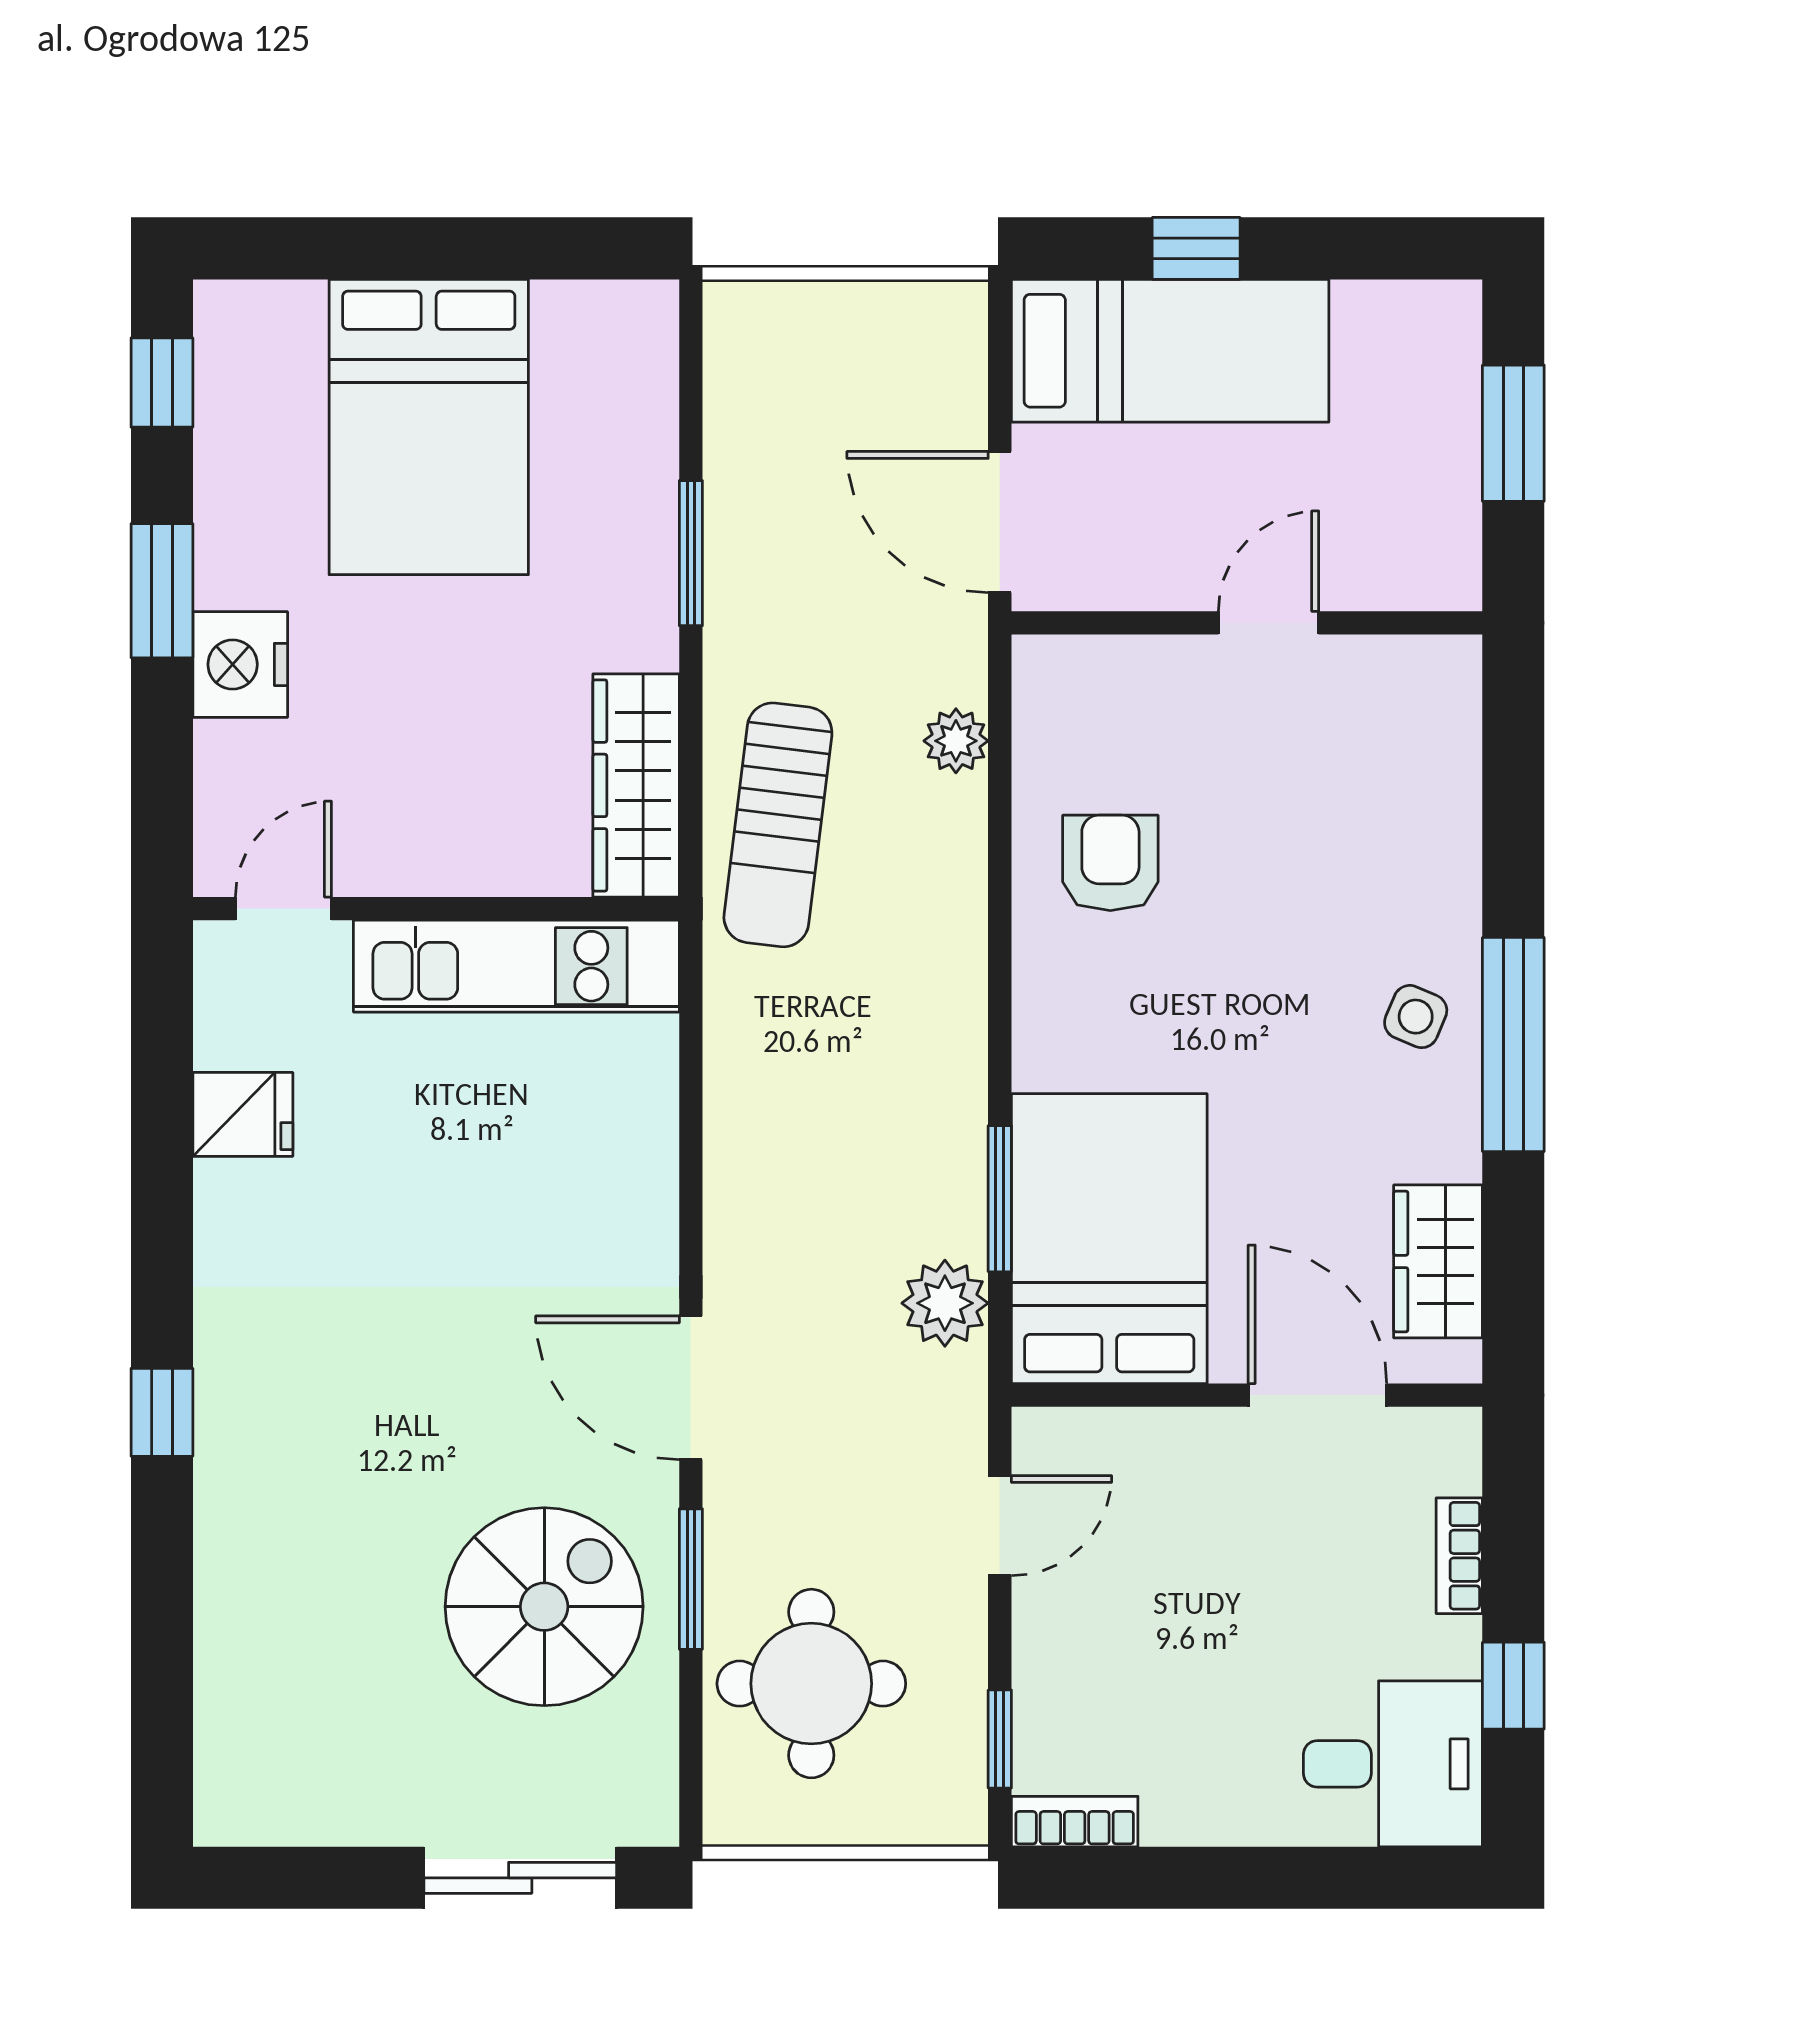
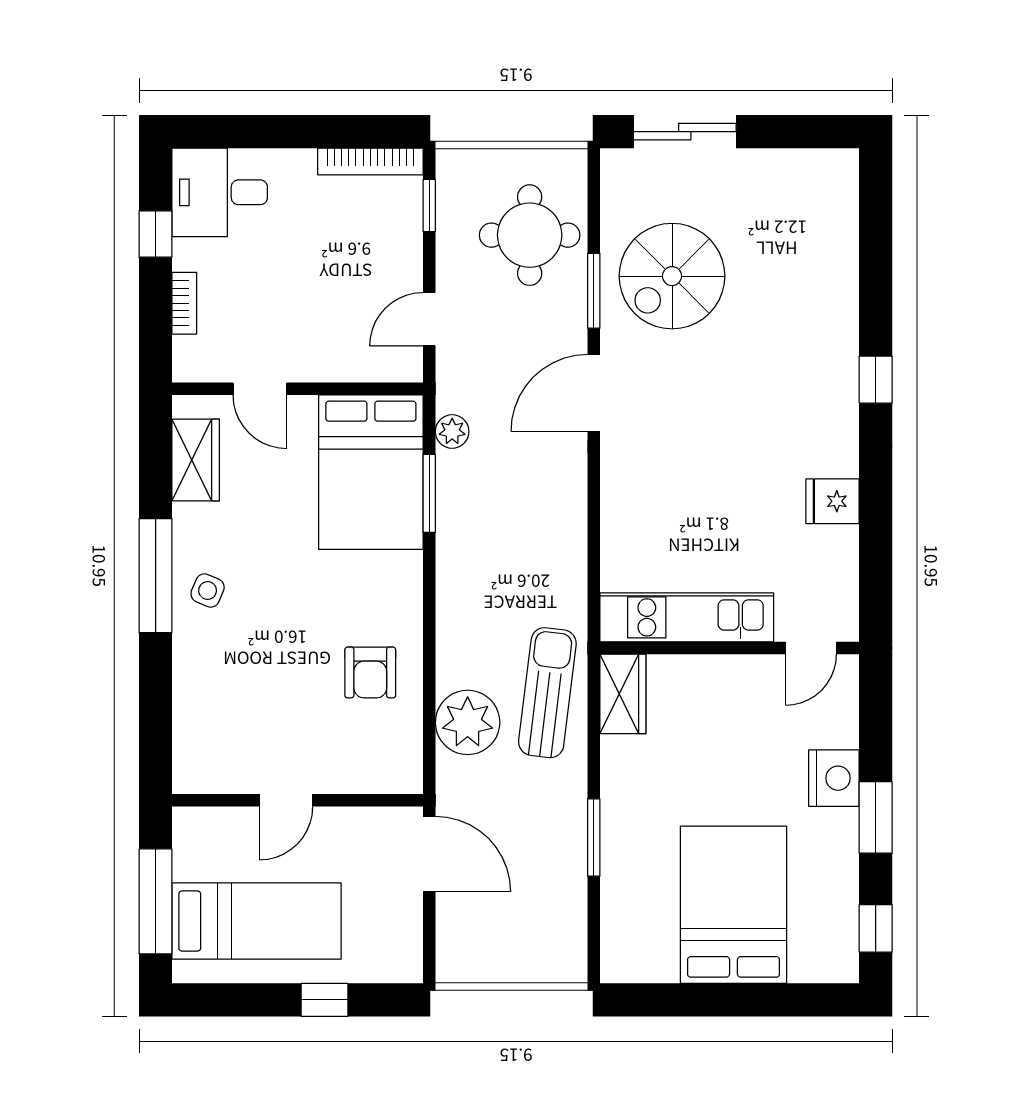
bed: (1170, 351) -> (257, 921), moved, turned 180
window: (1513, 433) -> (156, 901), width x1.44
plant: (956, 741) -> (468, 722), width x1.88, depth x1.88
wardrobe: (636, 785) -> (623, 694), width x0.67
fridge: (243, 1114) -> (833, 501), moved
plant: (945, 1303) -> (452, 431), width x0.73, depth x0.73
door: (691, 1388) -> (594, 393), swing flipped
door: (1317, 1395) -> (260, 389), width x0.73
bookcase: (1075, 1822) -> (370, 162), width x1.56

